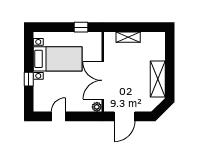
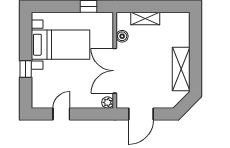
boiler: (109, 52) -> (122, 36), added

